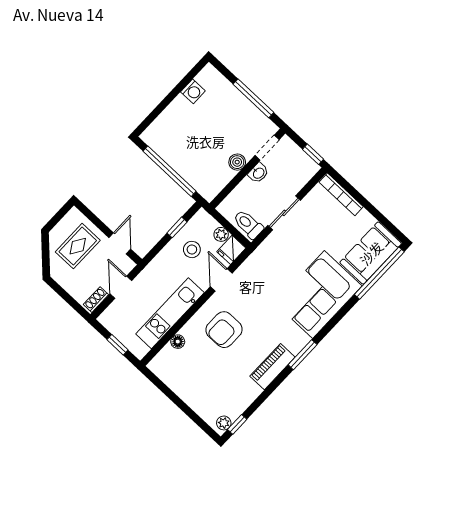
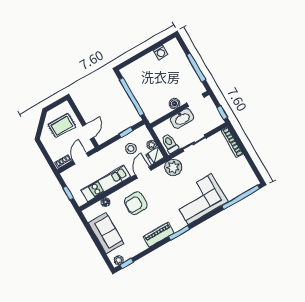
washbasin: (258, 173) -> (182, 119), width x1.91, depth x1.45
sofa: (371, 253) -> (106, 233), moved, turned 90
plant: (264, 259) -> (173, 167), added

